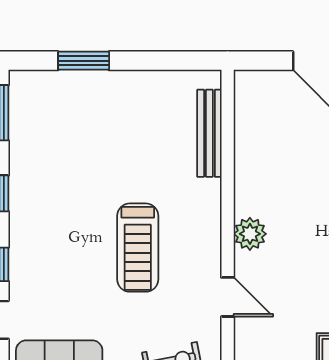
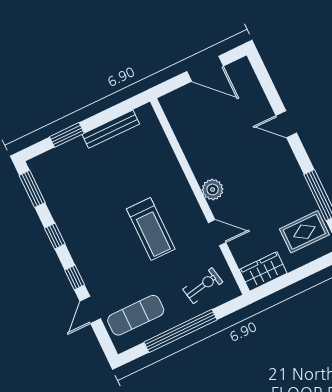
bench: (209, 133) -> (111, 129), moved, turned 90

